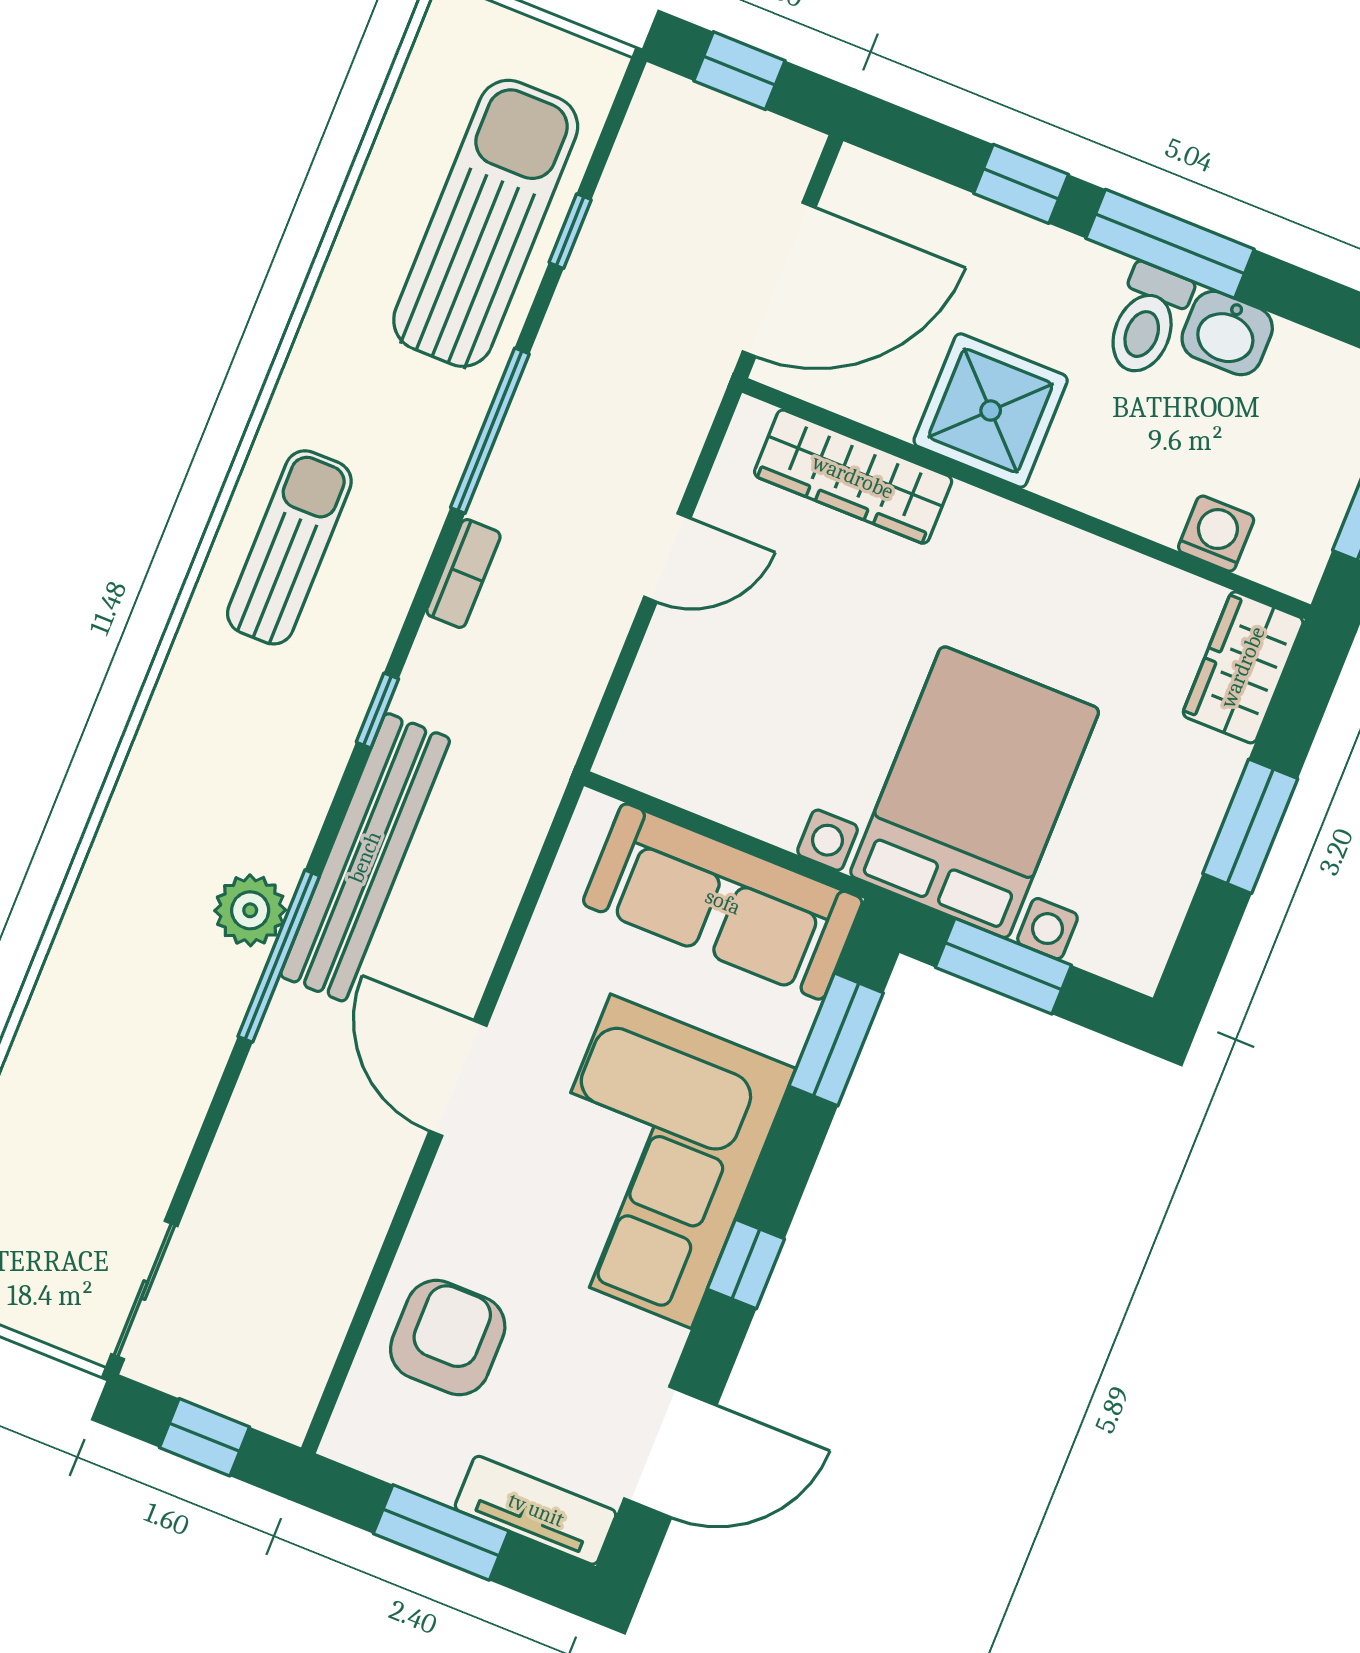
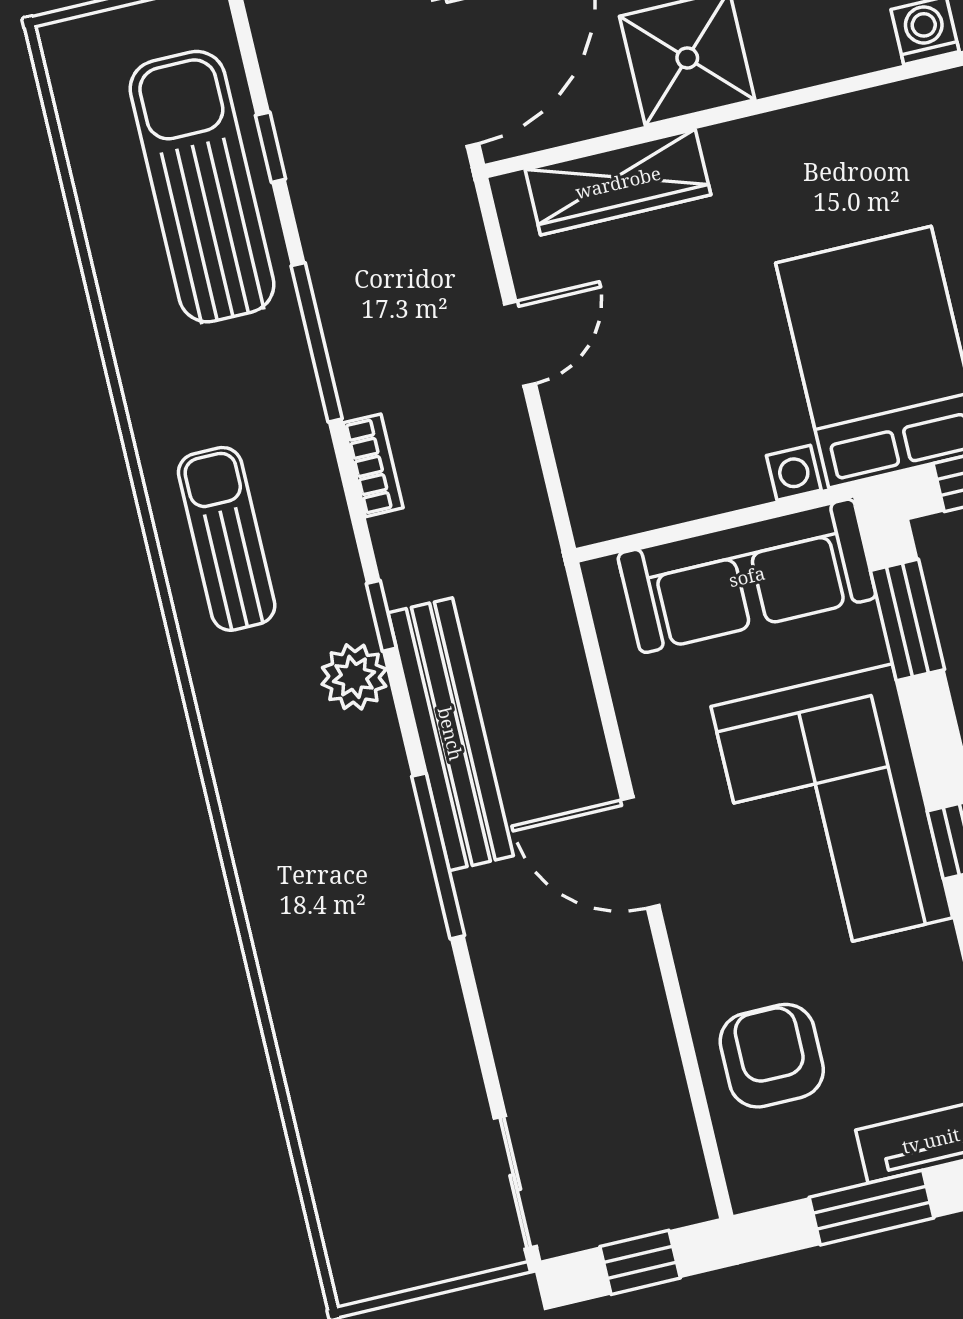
plant: (250, 910) -> (354, 677), moved

